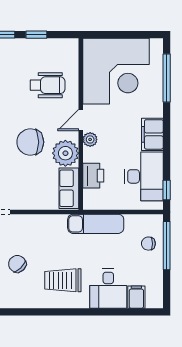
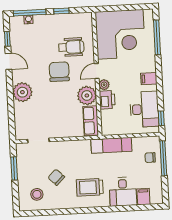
filing cabinet: (152, 134) -> (149, 79), width x0.50
chair: (30, 142) -> (59, 72), moved, turned 90
printer: (93, 176) -> (107, 100), moved

